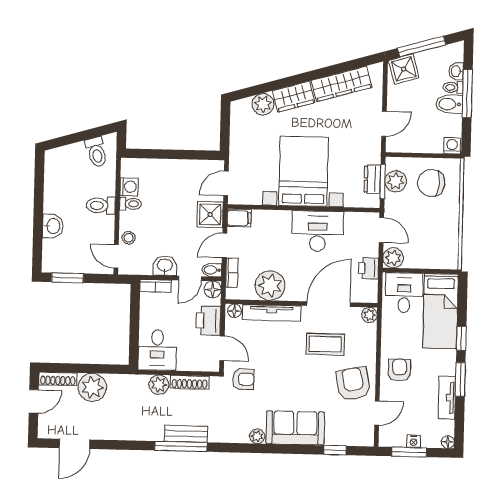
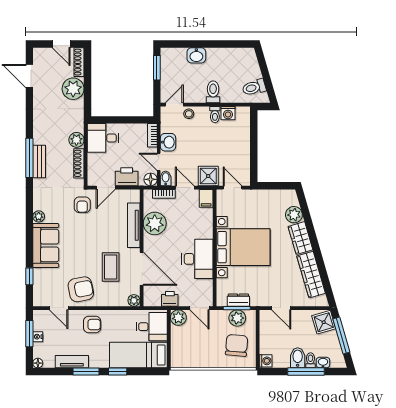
door: (381, 230) -> (200, 308), hinge flipped
floor lamp: (234, 311) -> (135, 197), removed

